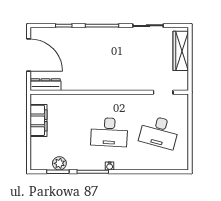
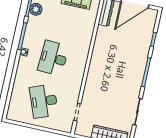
desk: (159, 132) -> (44, 101), turned -36

